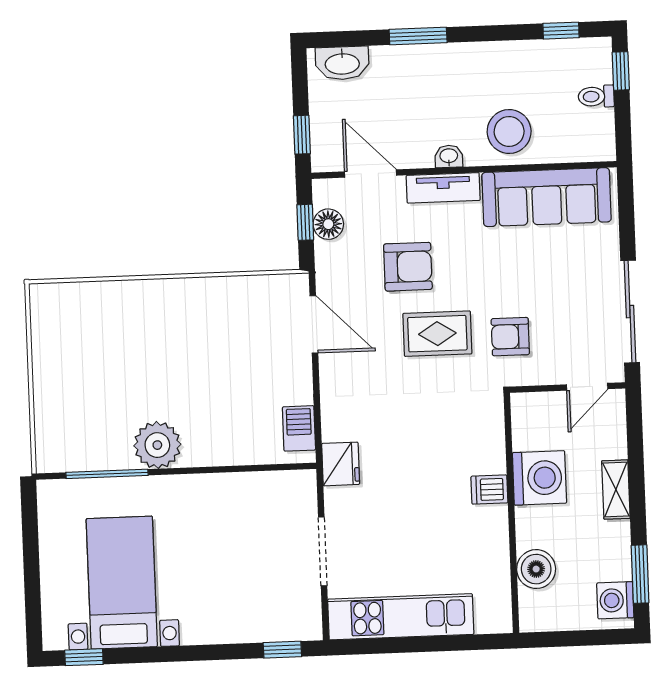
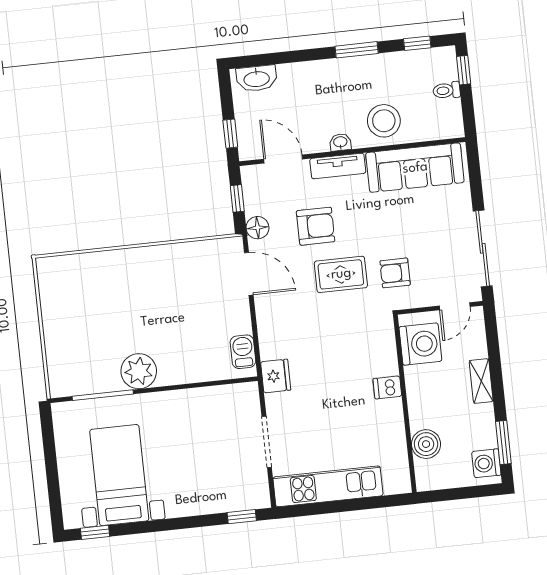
window: (418, 36) -> (357, 50), moved
floor lamp: (328, 224) -> (258, 228), moved
washing machine: (539, 478) -> (420, 344), moved

